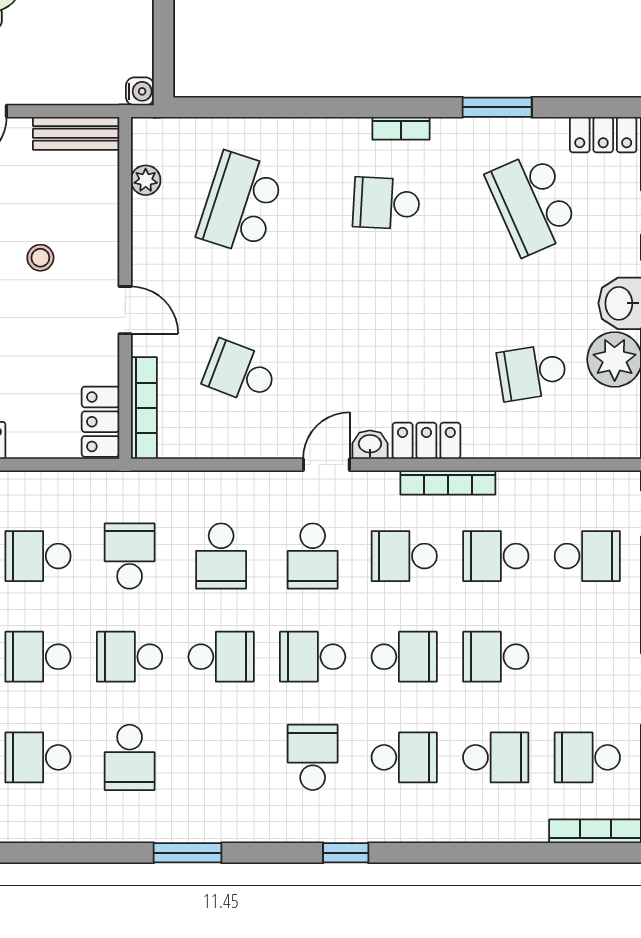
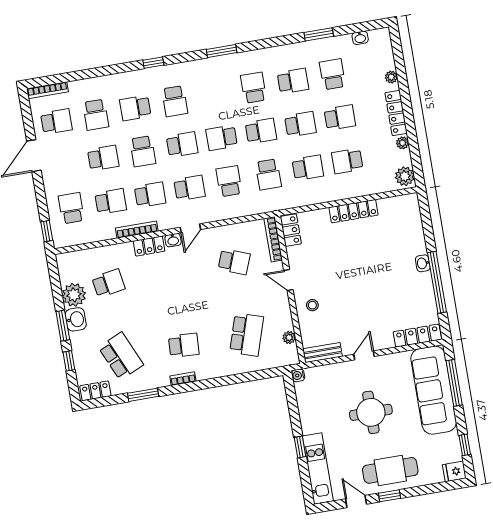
stool: (40, 258) -> (312, 305), moved
school desk: (313, 556) -> (190, 188), turned 90
school desk: (587, 556) -> (71, 208), turned 90
school desk: (404, 657) -> (143, 151), turned -90
school desk: (496, 757) -> (96, 115), turned -90

